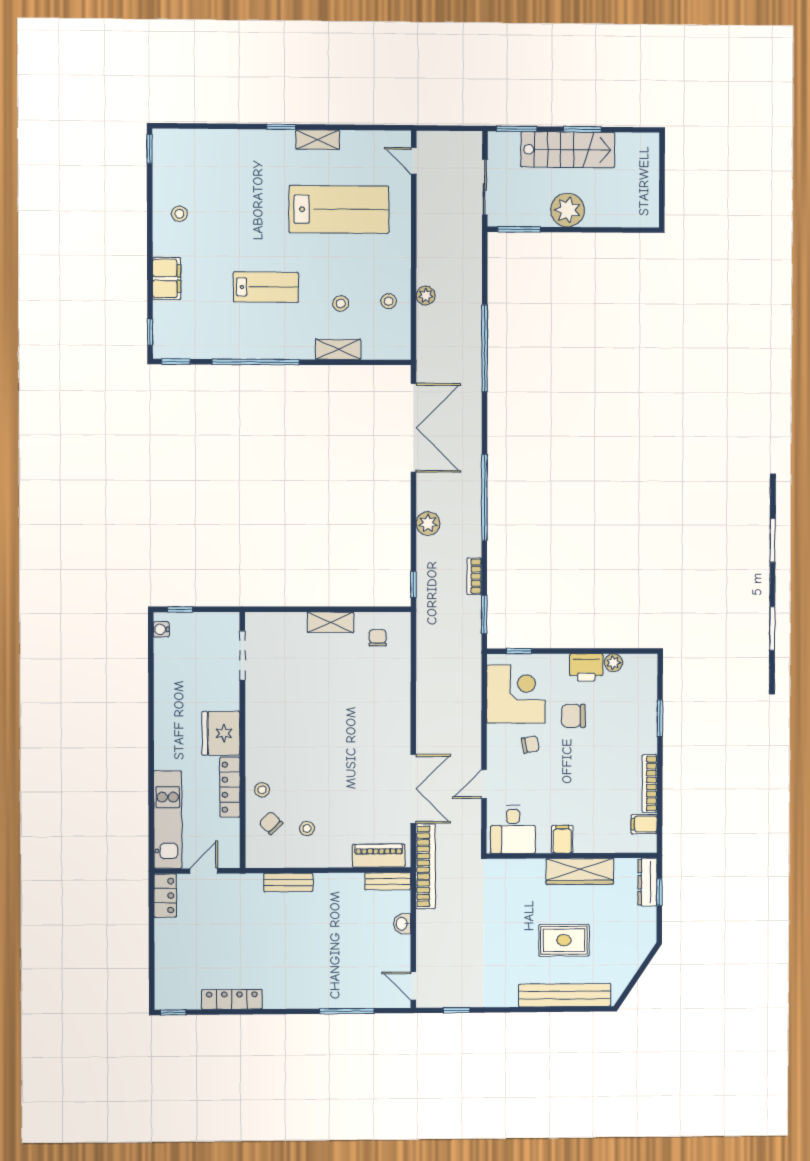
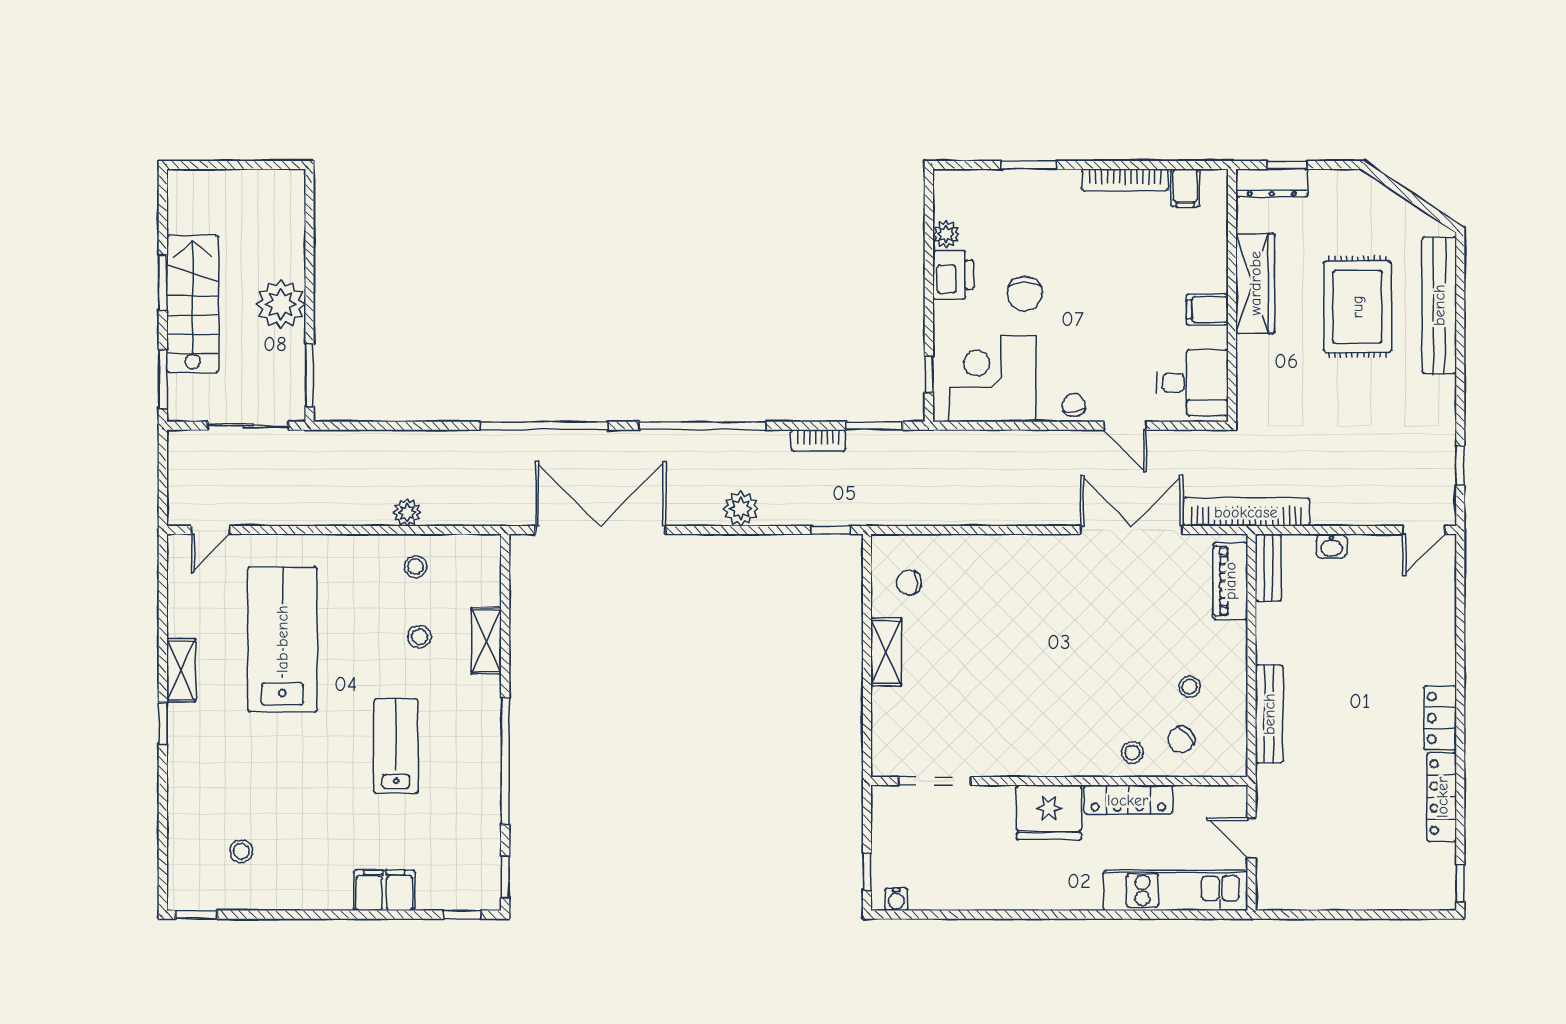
stool: (179, 214) -> (241, 851), moved
window: (485, 348) -> (544, 426), moved
chair: (530, 744) -> (1074, 405), moved
bench: (288, 882) -> (1269, 714), width x1.36
locker: (165, 896) -> (1440, 718), moved, turned -90
rug: (564, 940) -> (1357, 307), width x1.36, depth x1.43
window: (347, 1011) -> (1460, 628), removed

